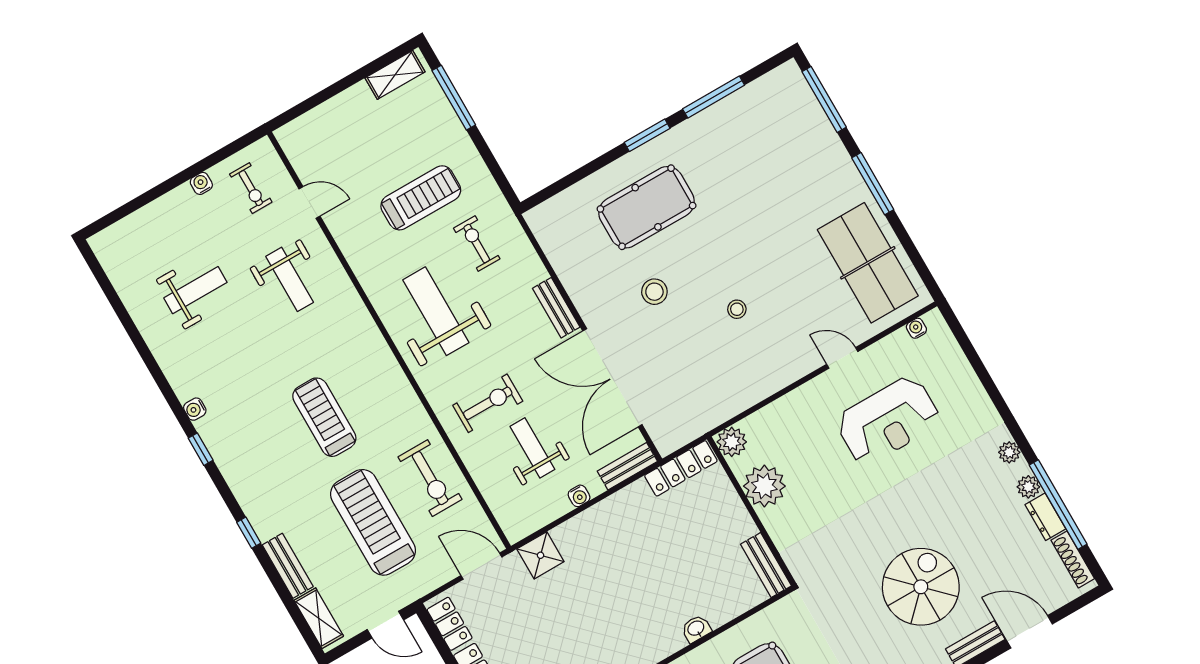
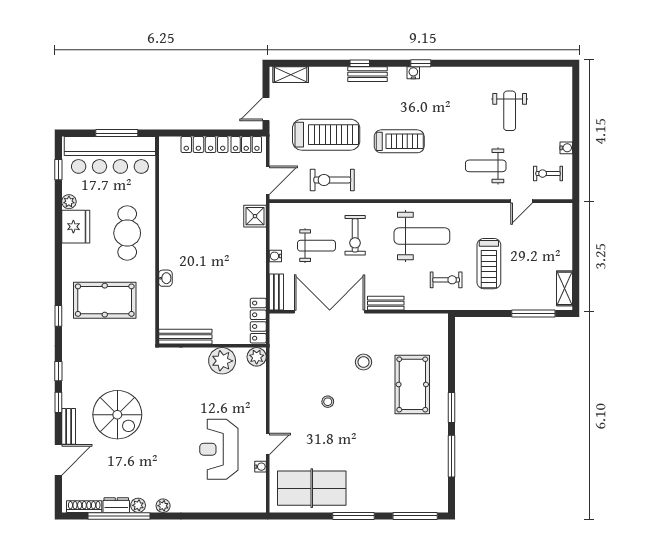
water cooler: (916, 328) -> (260, 467), moved
water cooler: (195, 409) -> (413, 73), moved
bench: (766, 565) -> (185, 337), width x1.36
bench: (288, 566) -> (368, 74), moved

